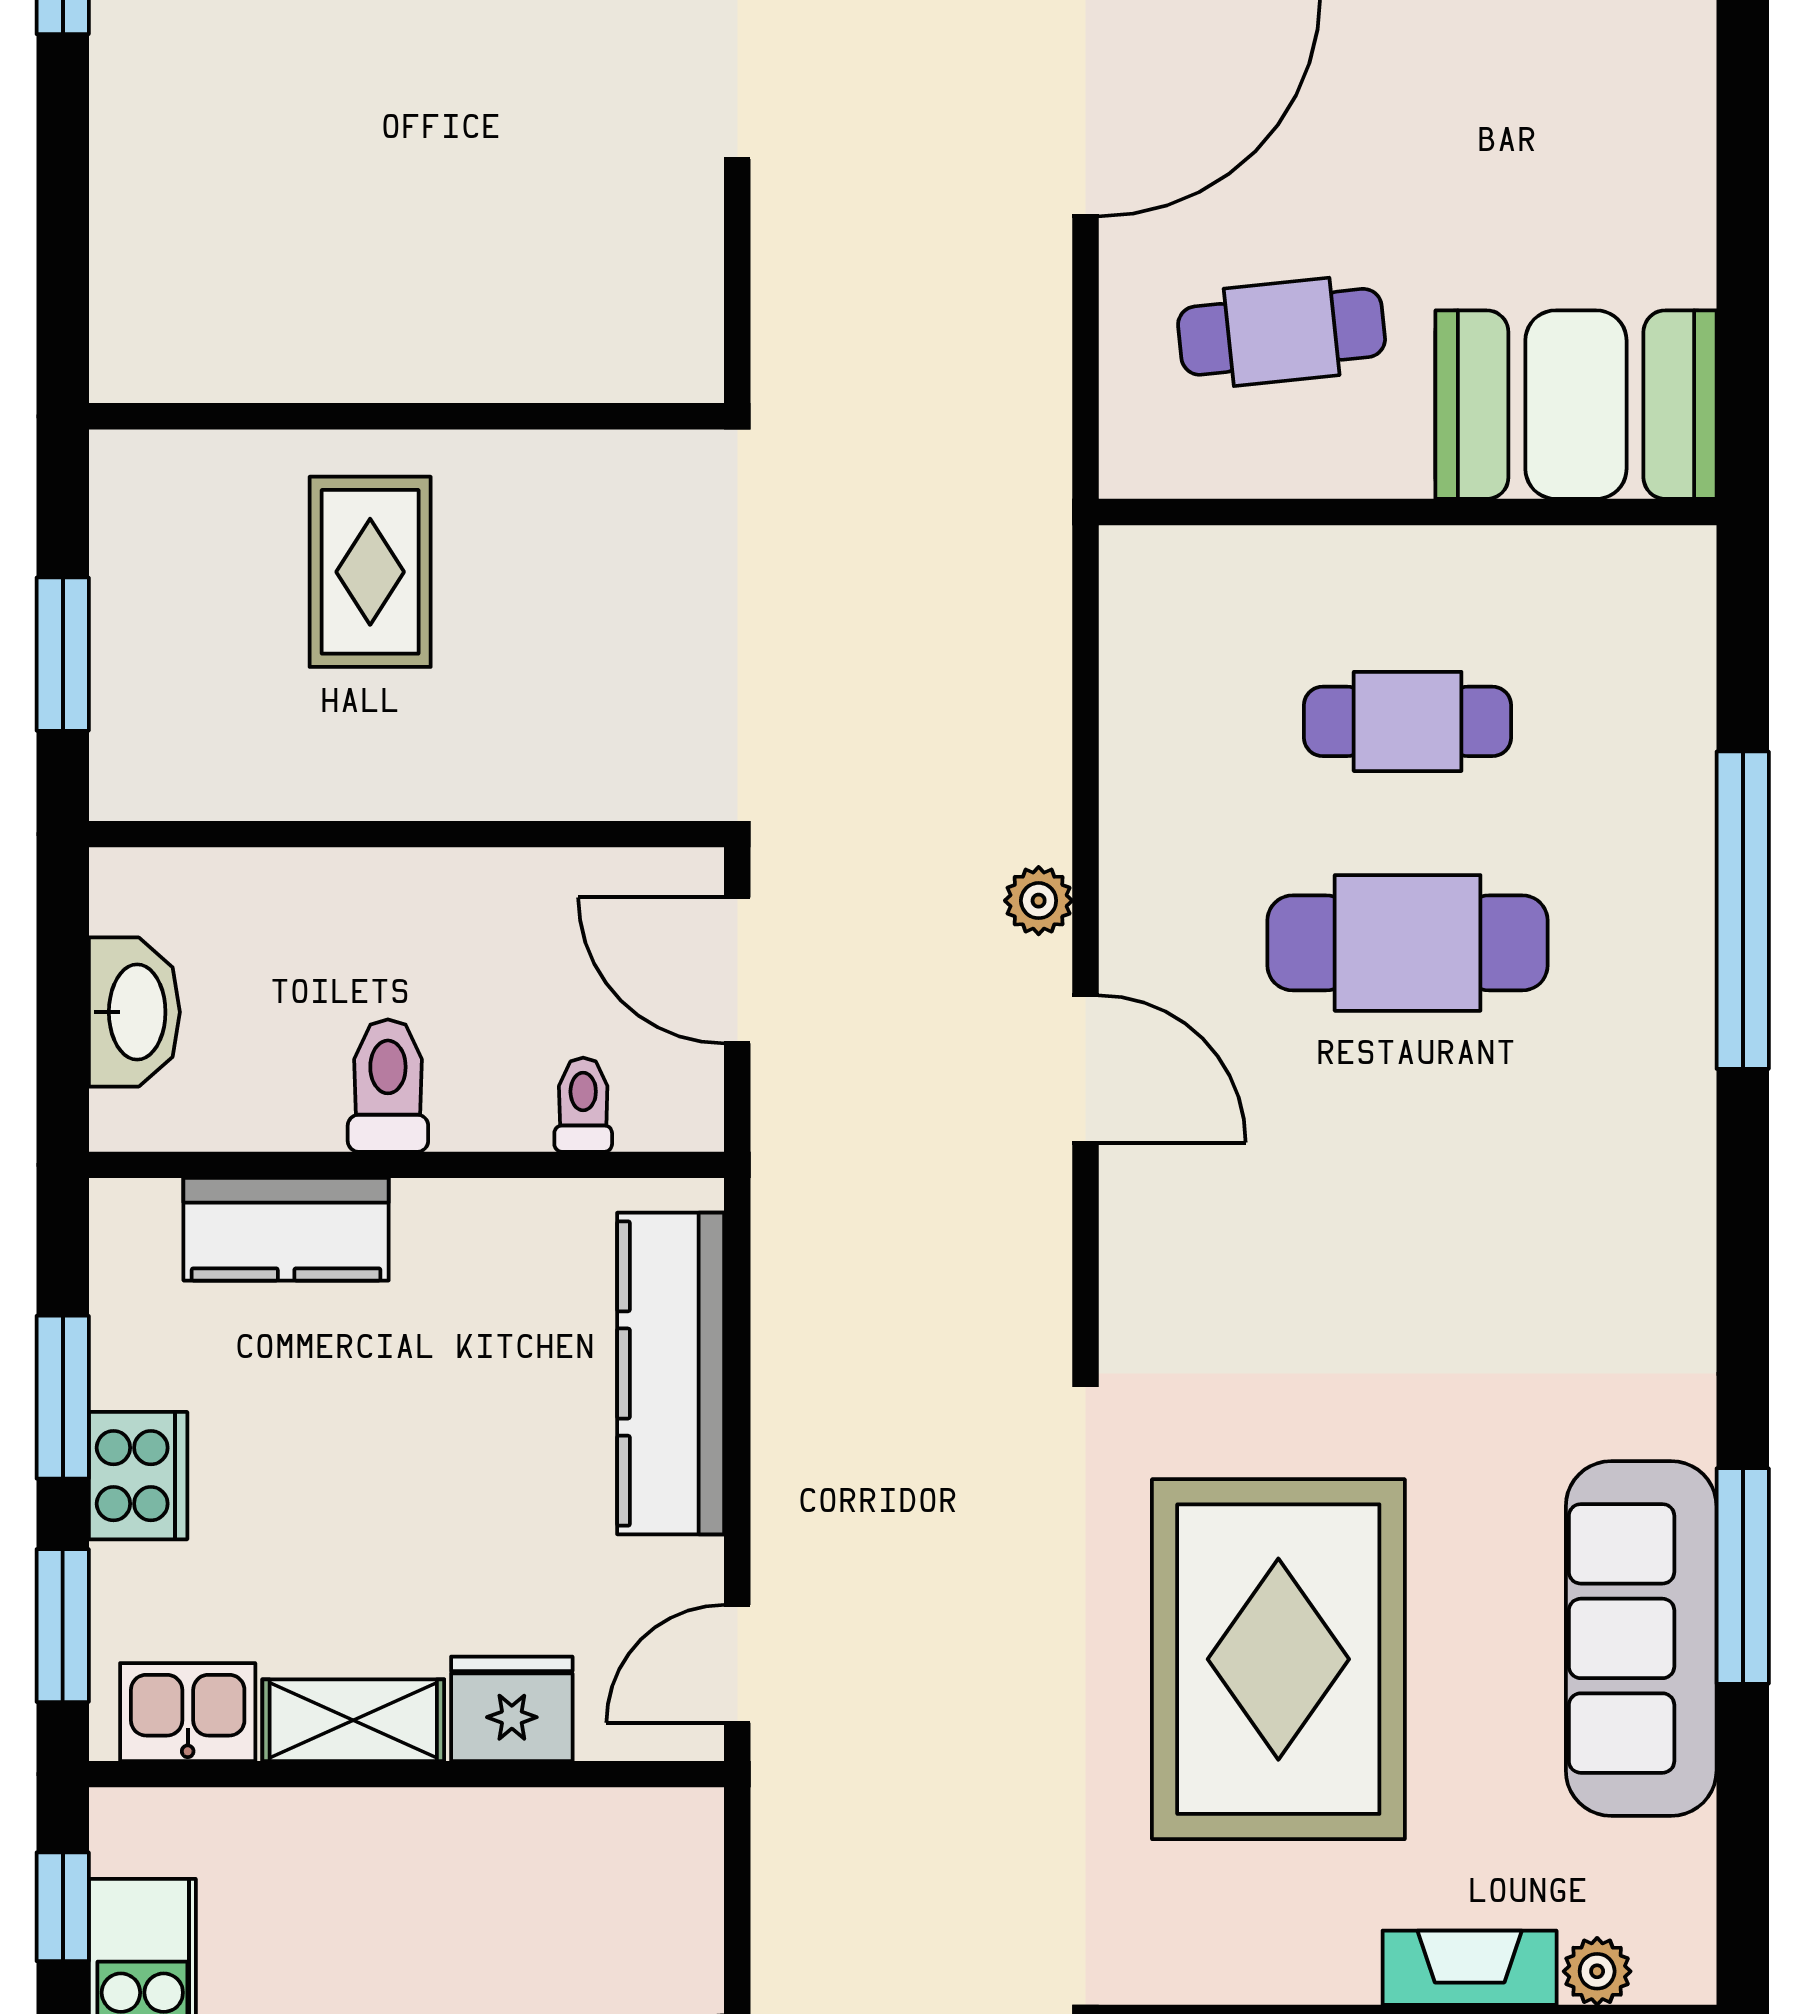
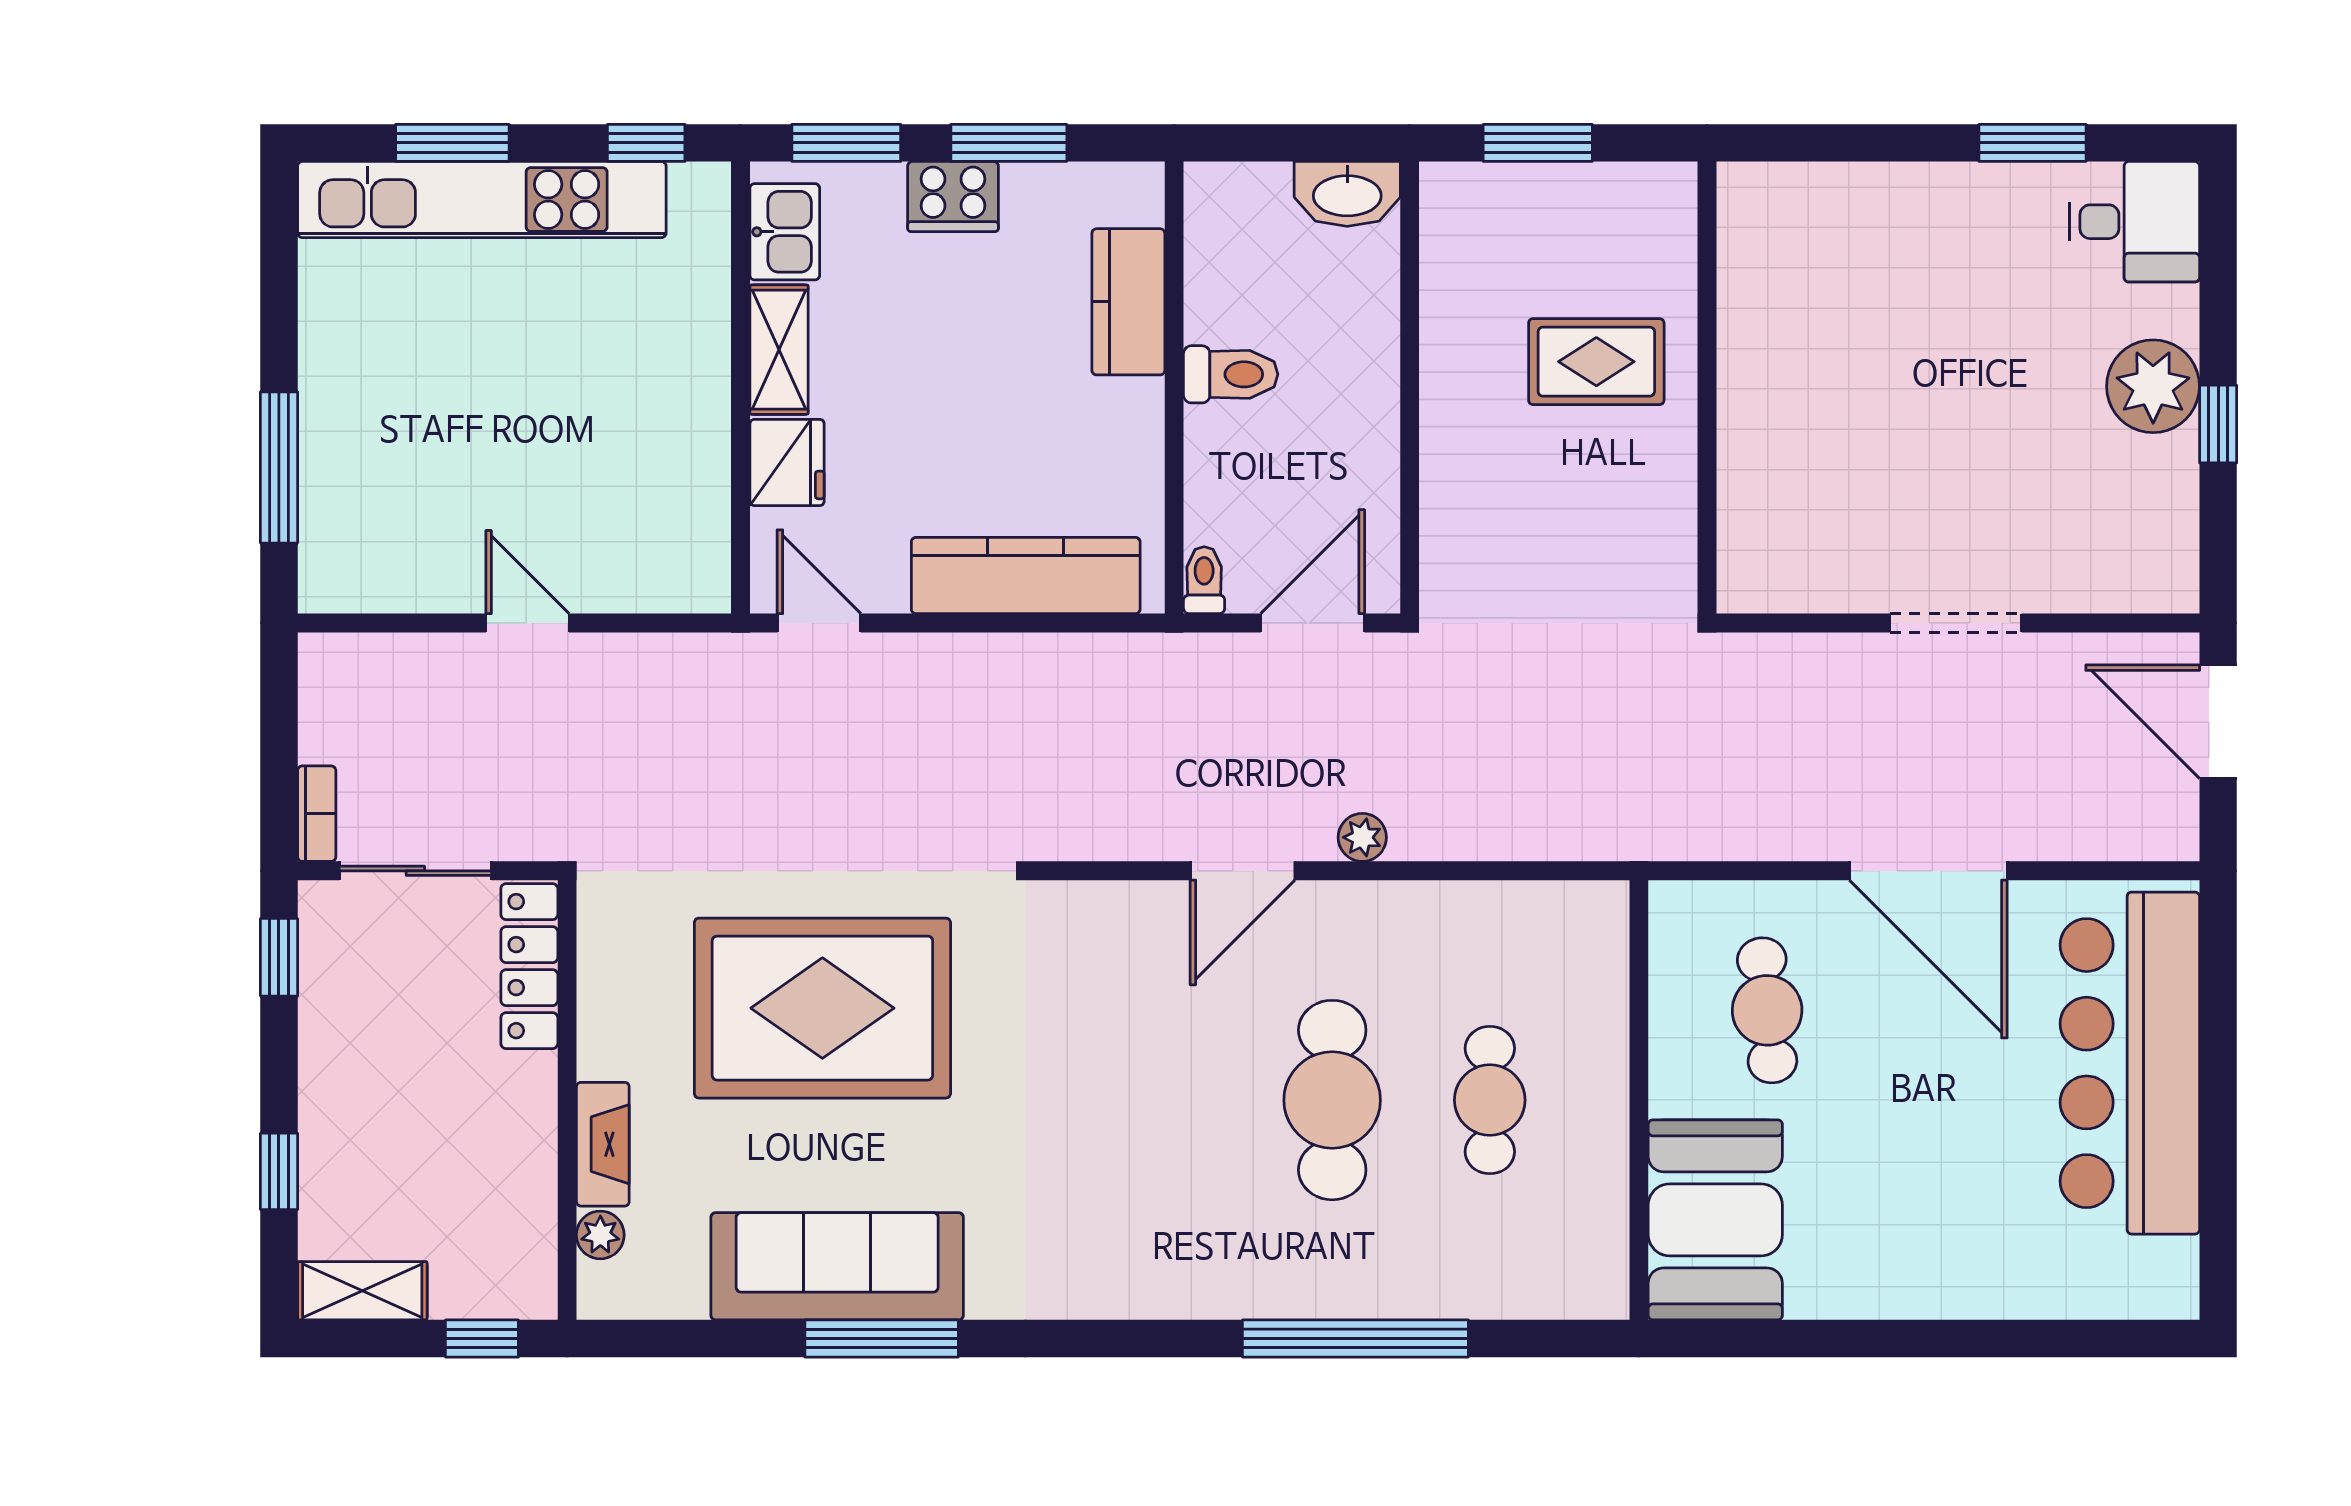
washbasin: (134, 1012) -> (1347, 194), moved
toilet: (583, 1105) -> (1204, 580), moved, turned -90

